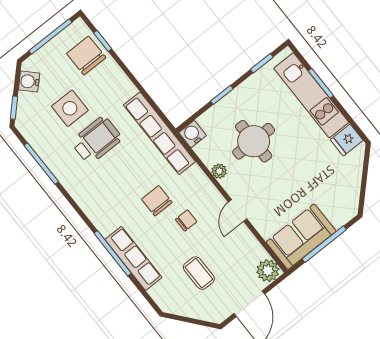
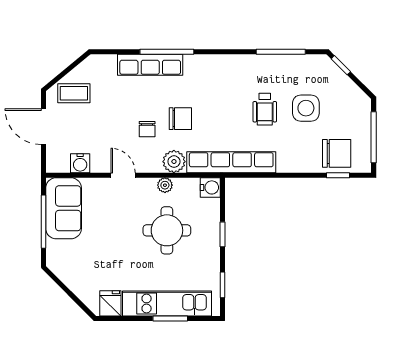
water cooler: (29, 81) -> (80, 163), moved, turned 135
wheelchair: (97, 140) -> (265, 109), width x0.73, depth x0.73
plant: (268, 271) -> (174, 162), moved
coffee table: (199, 273) -> (74, 93), moved

